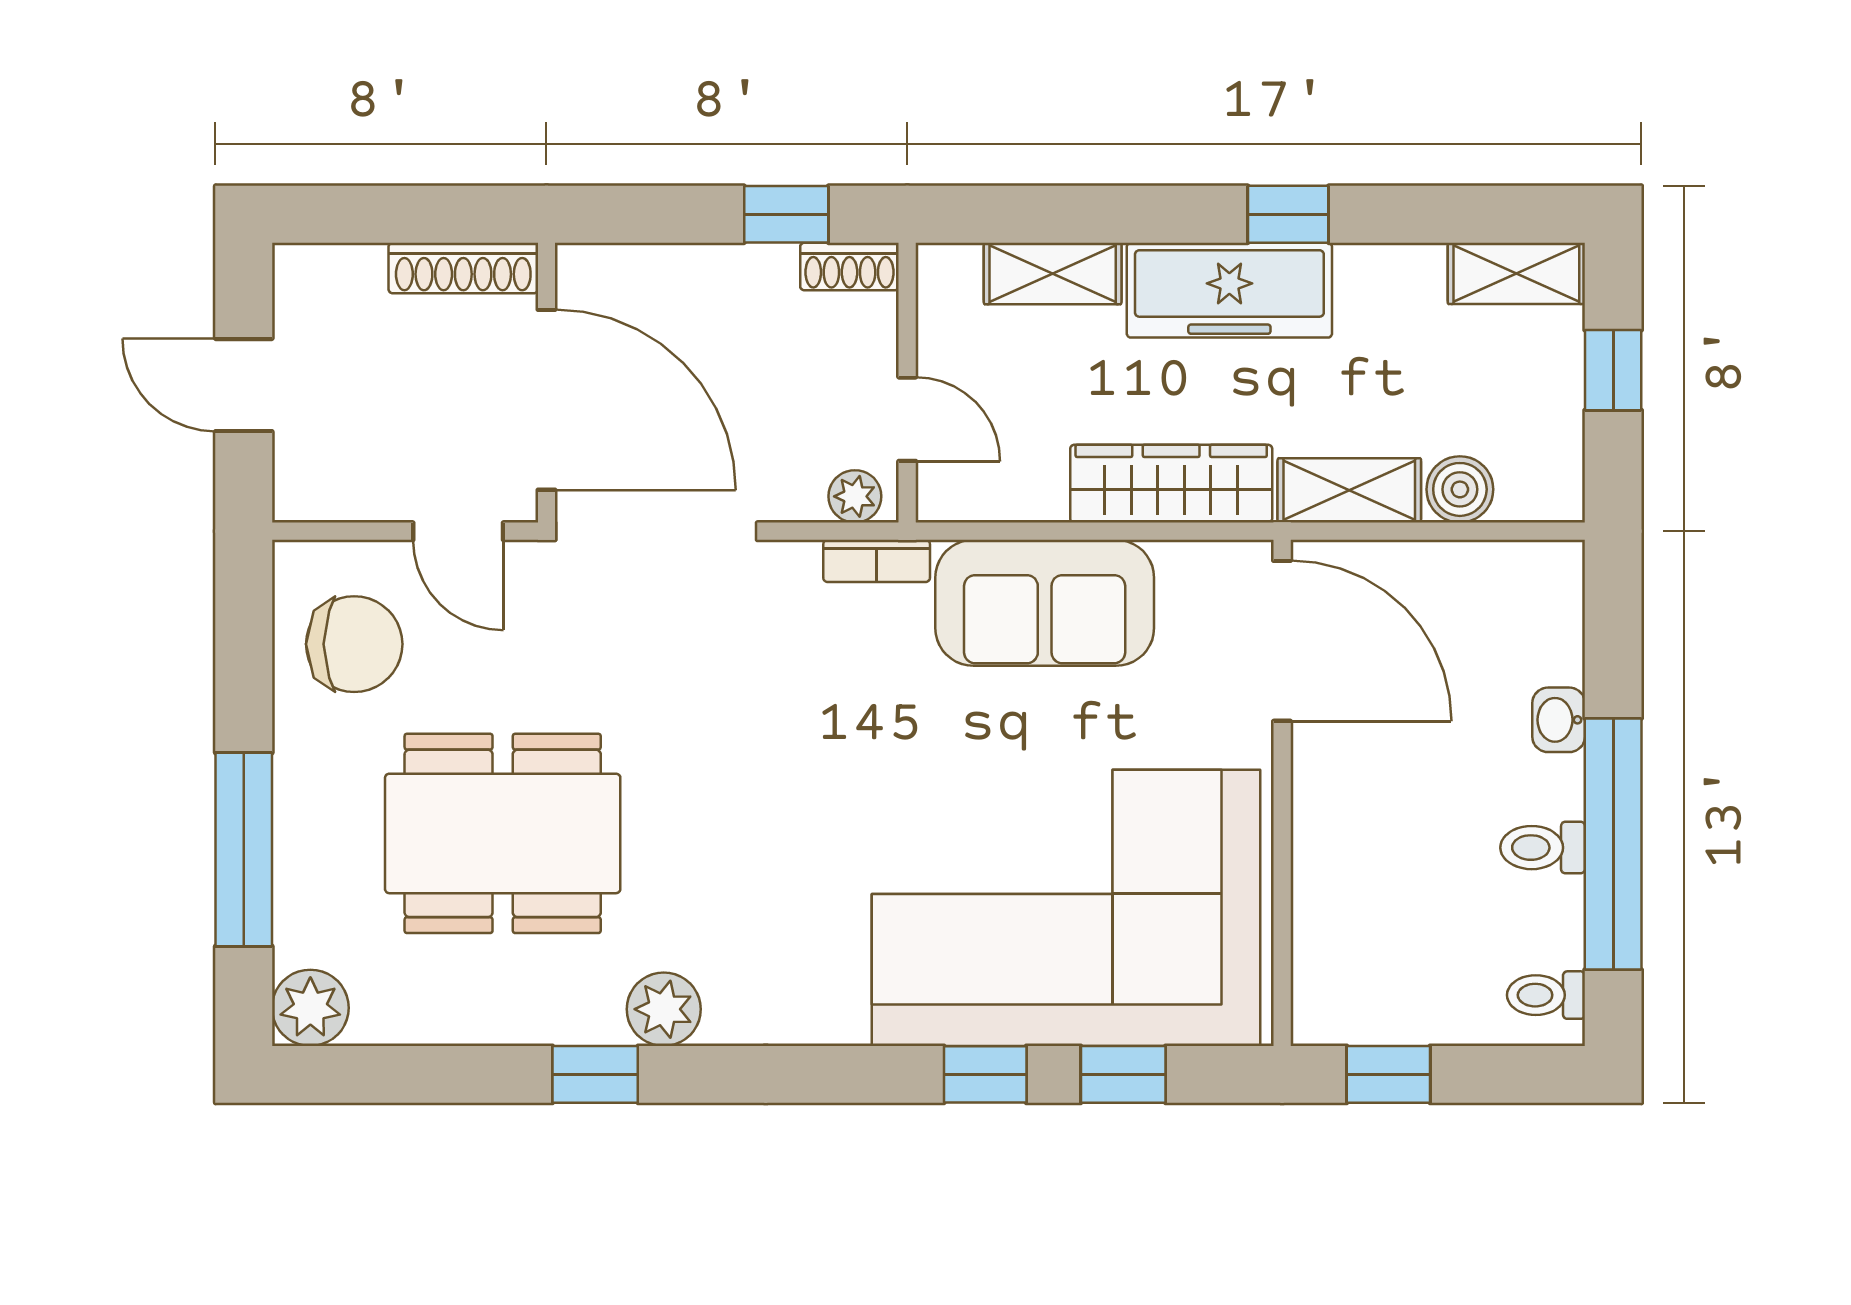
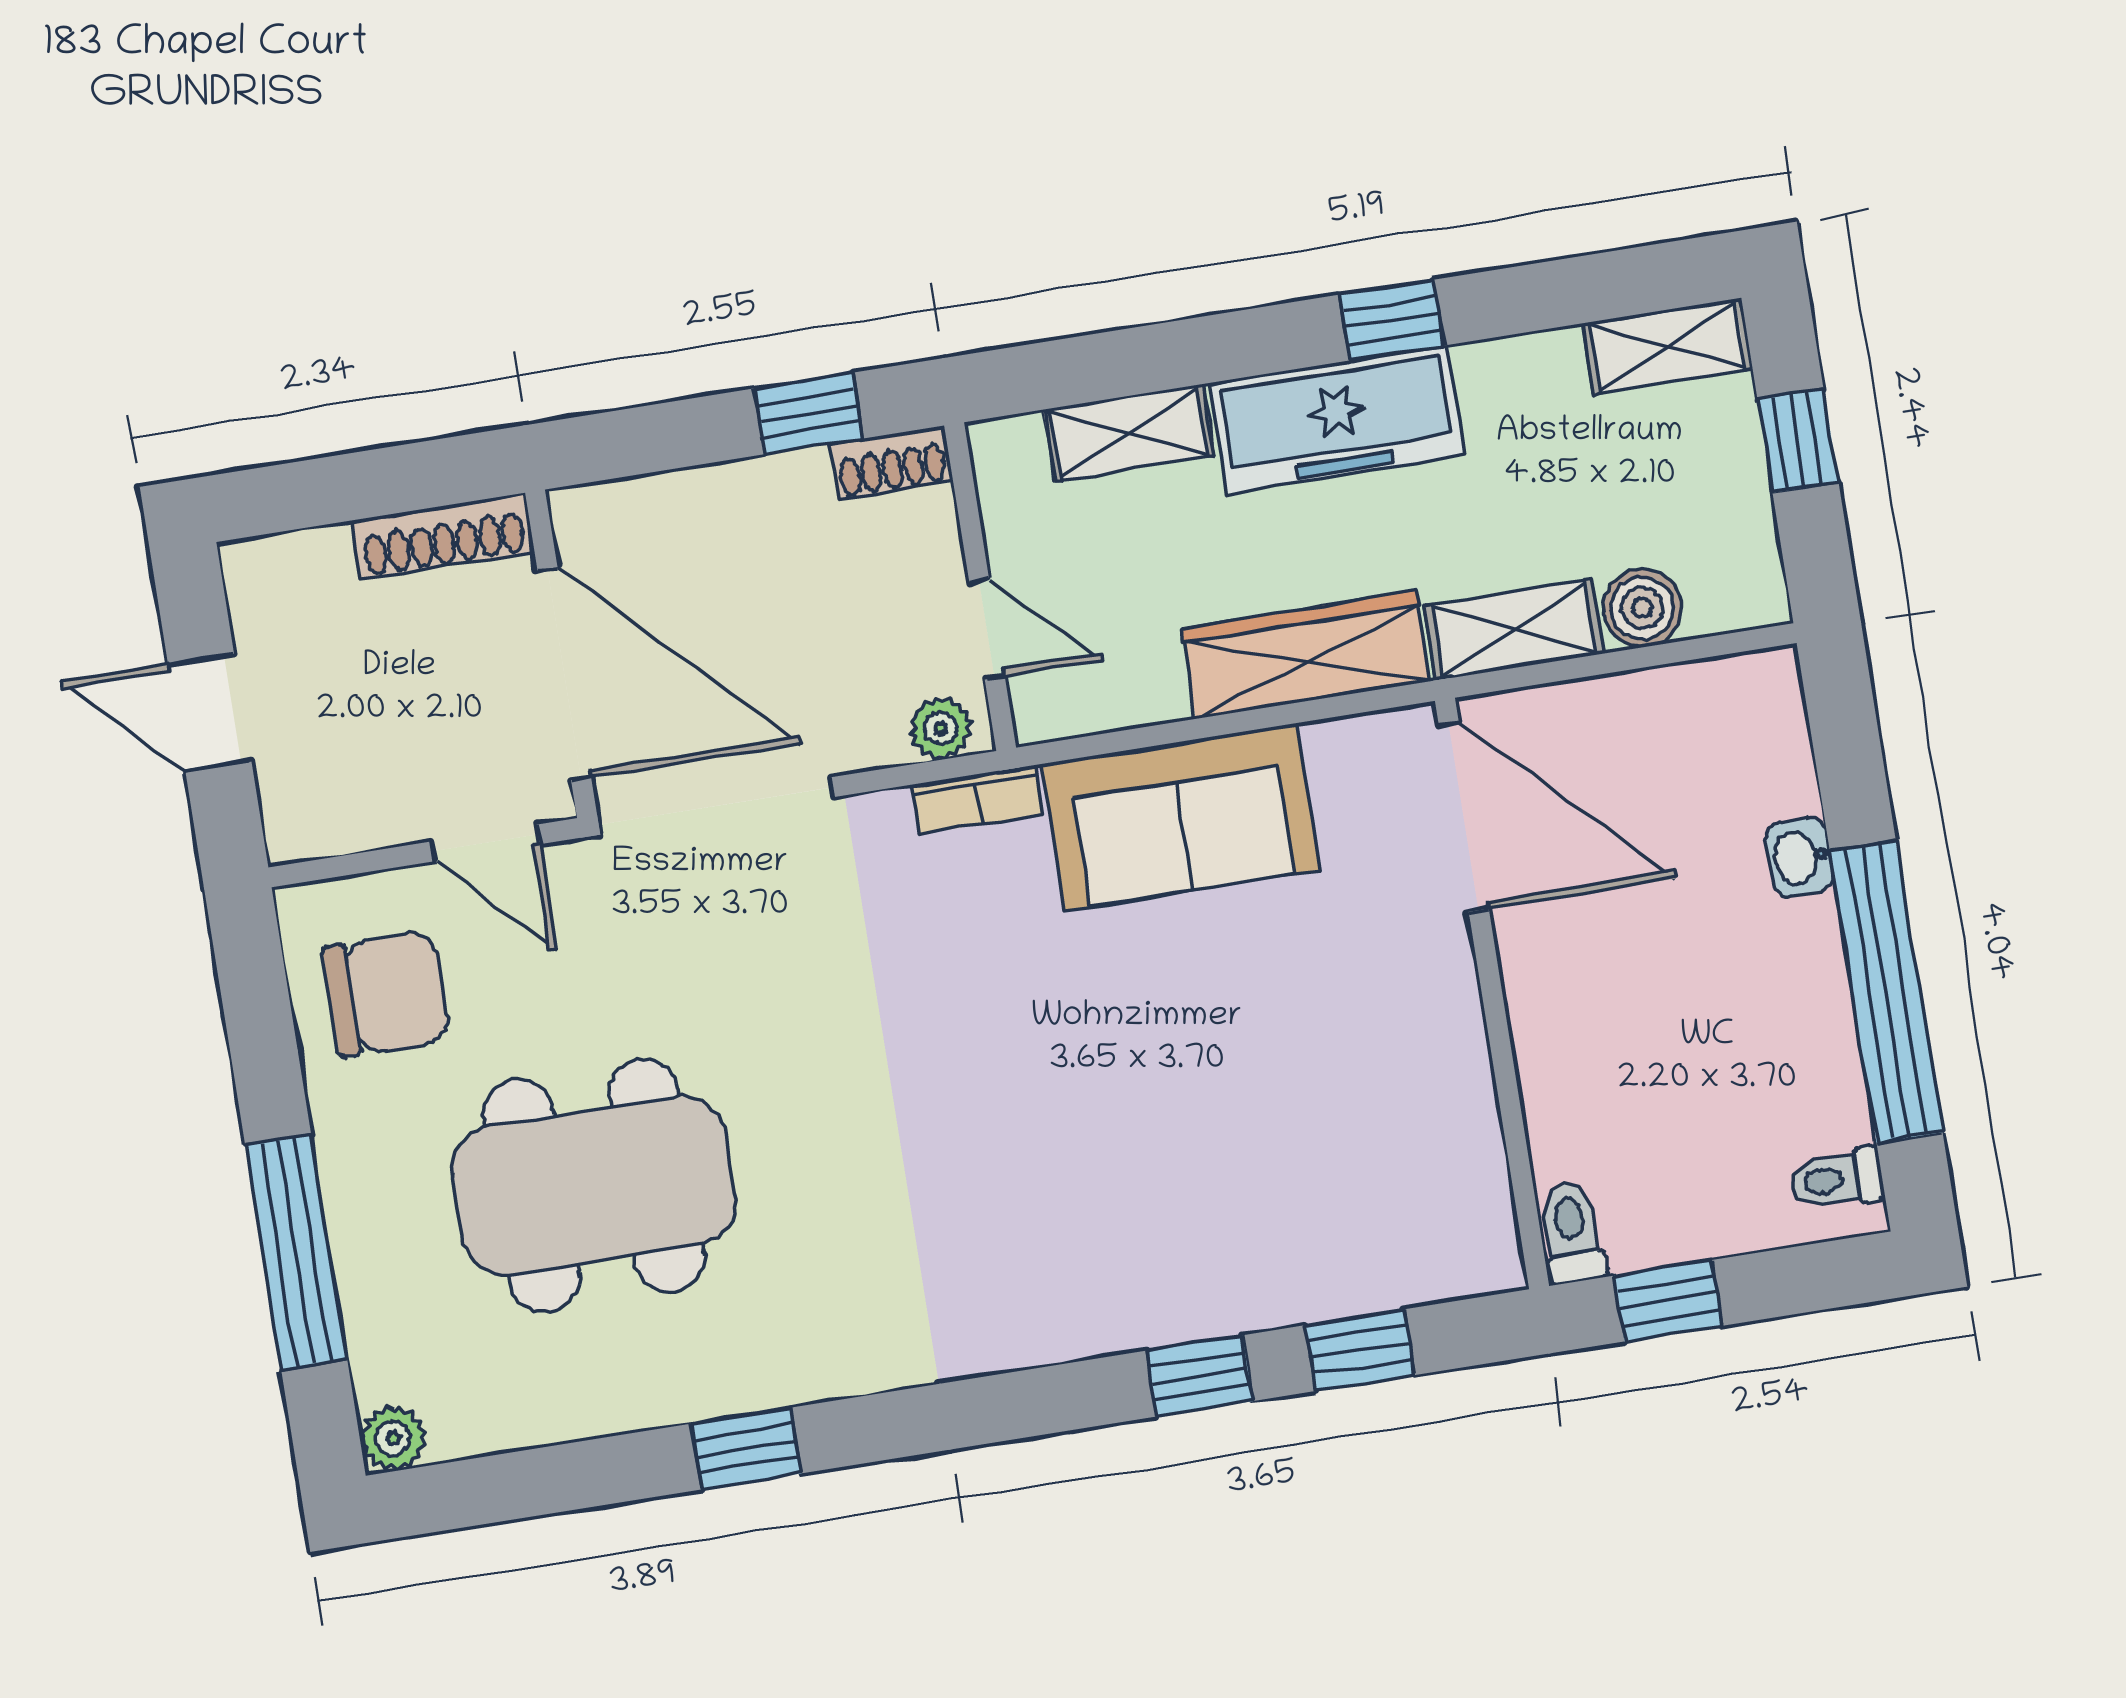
toilet: (1543, 848) -> (1571, 1232), moved, turned 90
corner sofa: (1066, 908) -> (1262, 1167), removed
plant: (310, 1008) -> (393, 1438), width x0.73, depth x0.73
plant: (664, 1009) -> (814, 1360), removed

